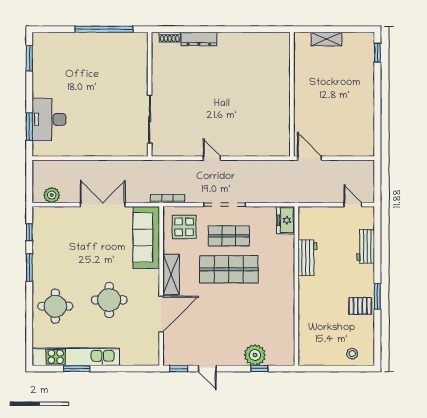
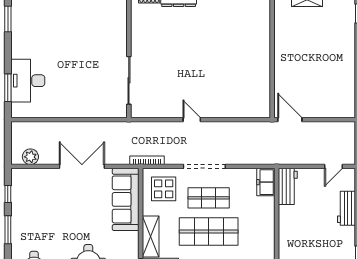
door: (353, 205) -> (333, 166), swing flipped
workbench: (307, 258) -> (288, 186), moved

